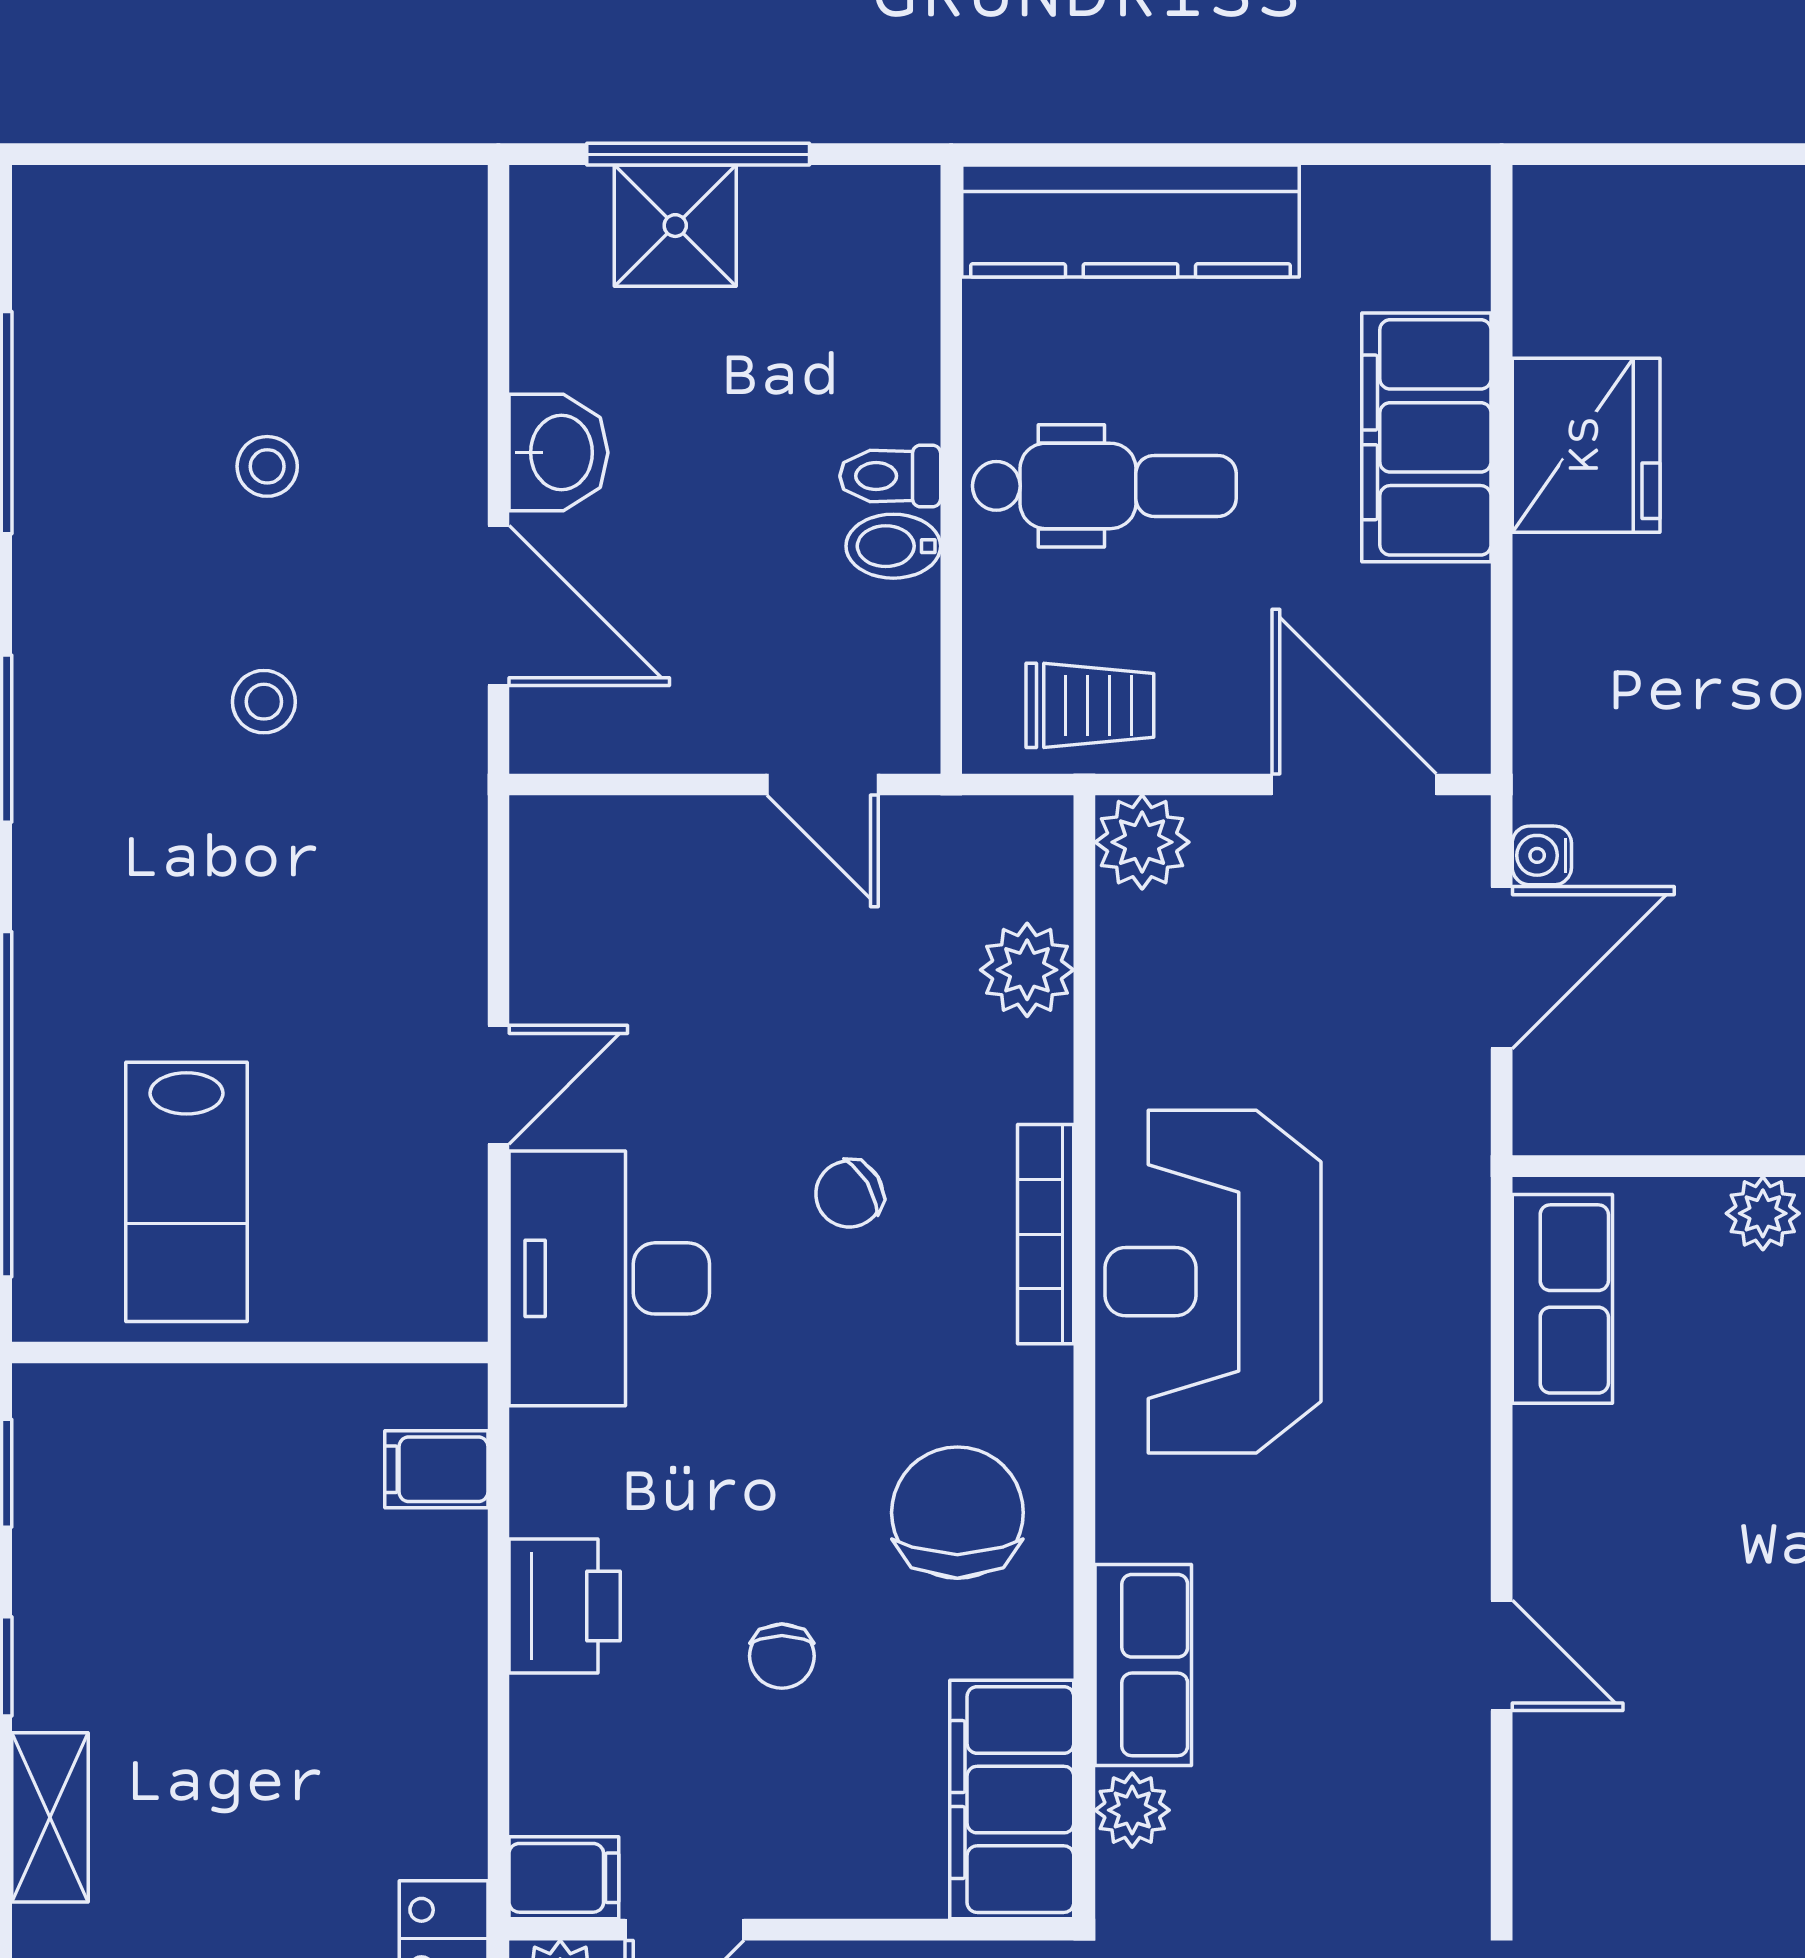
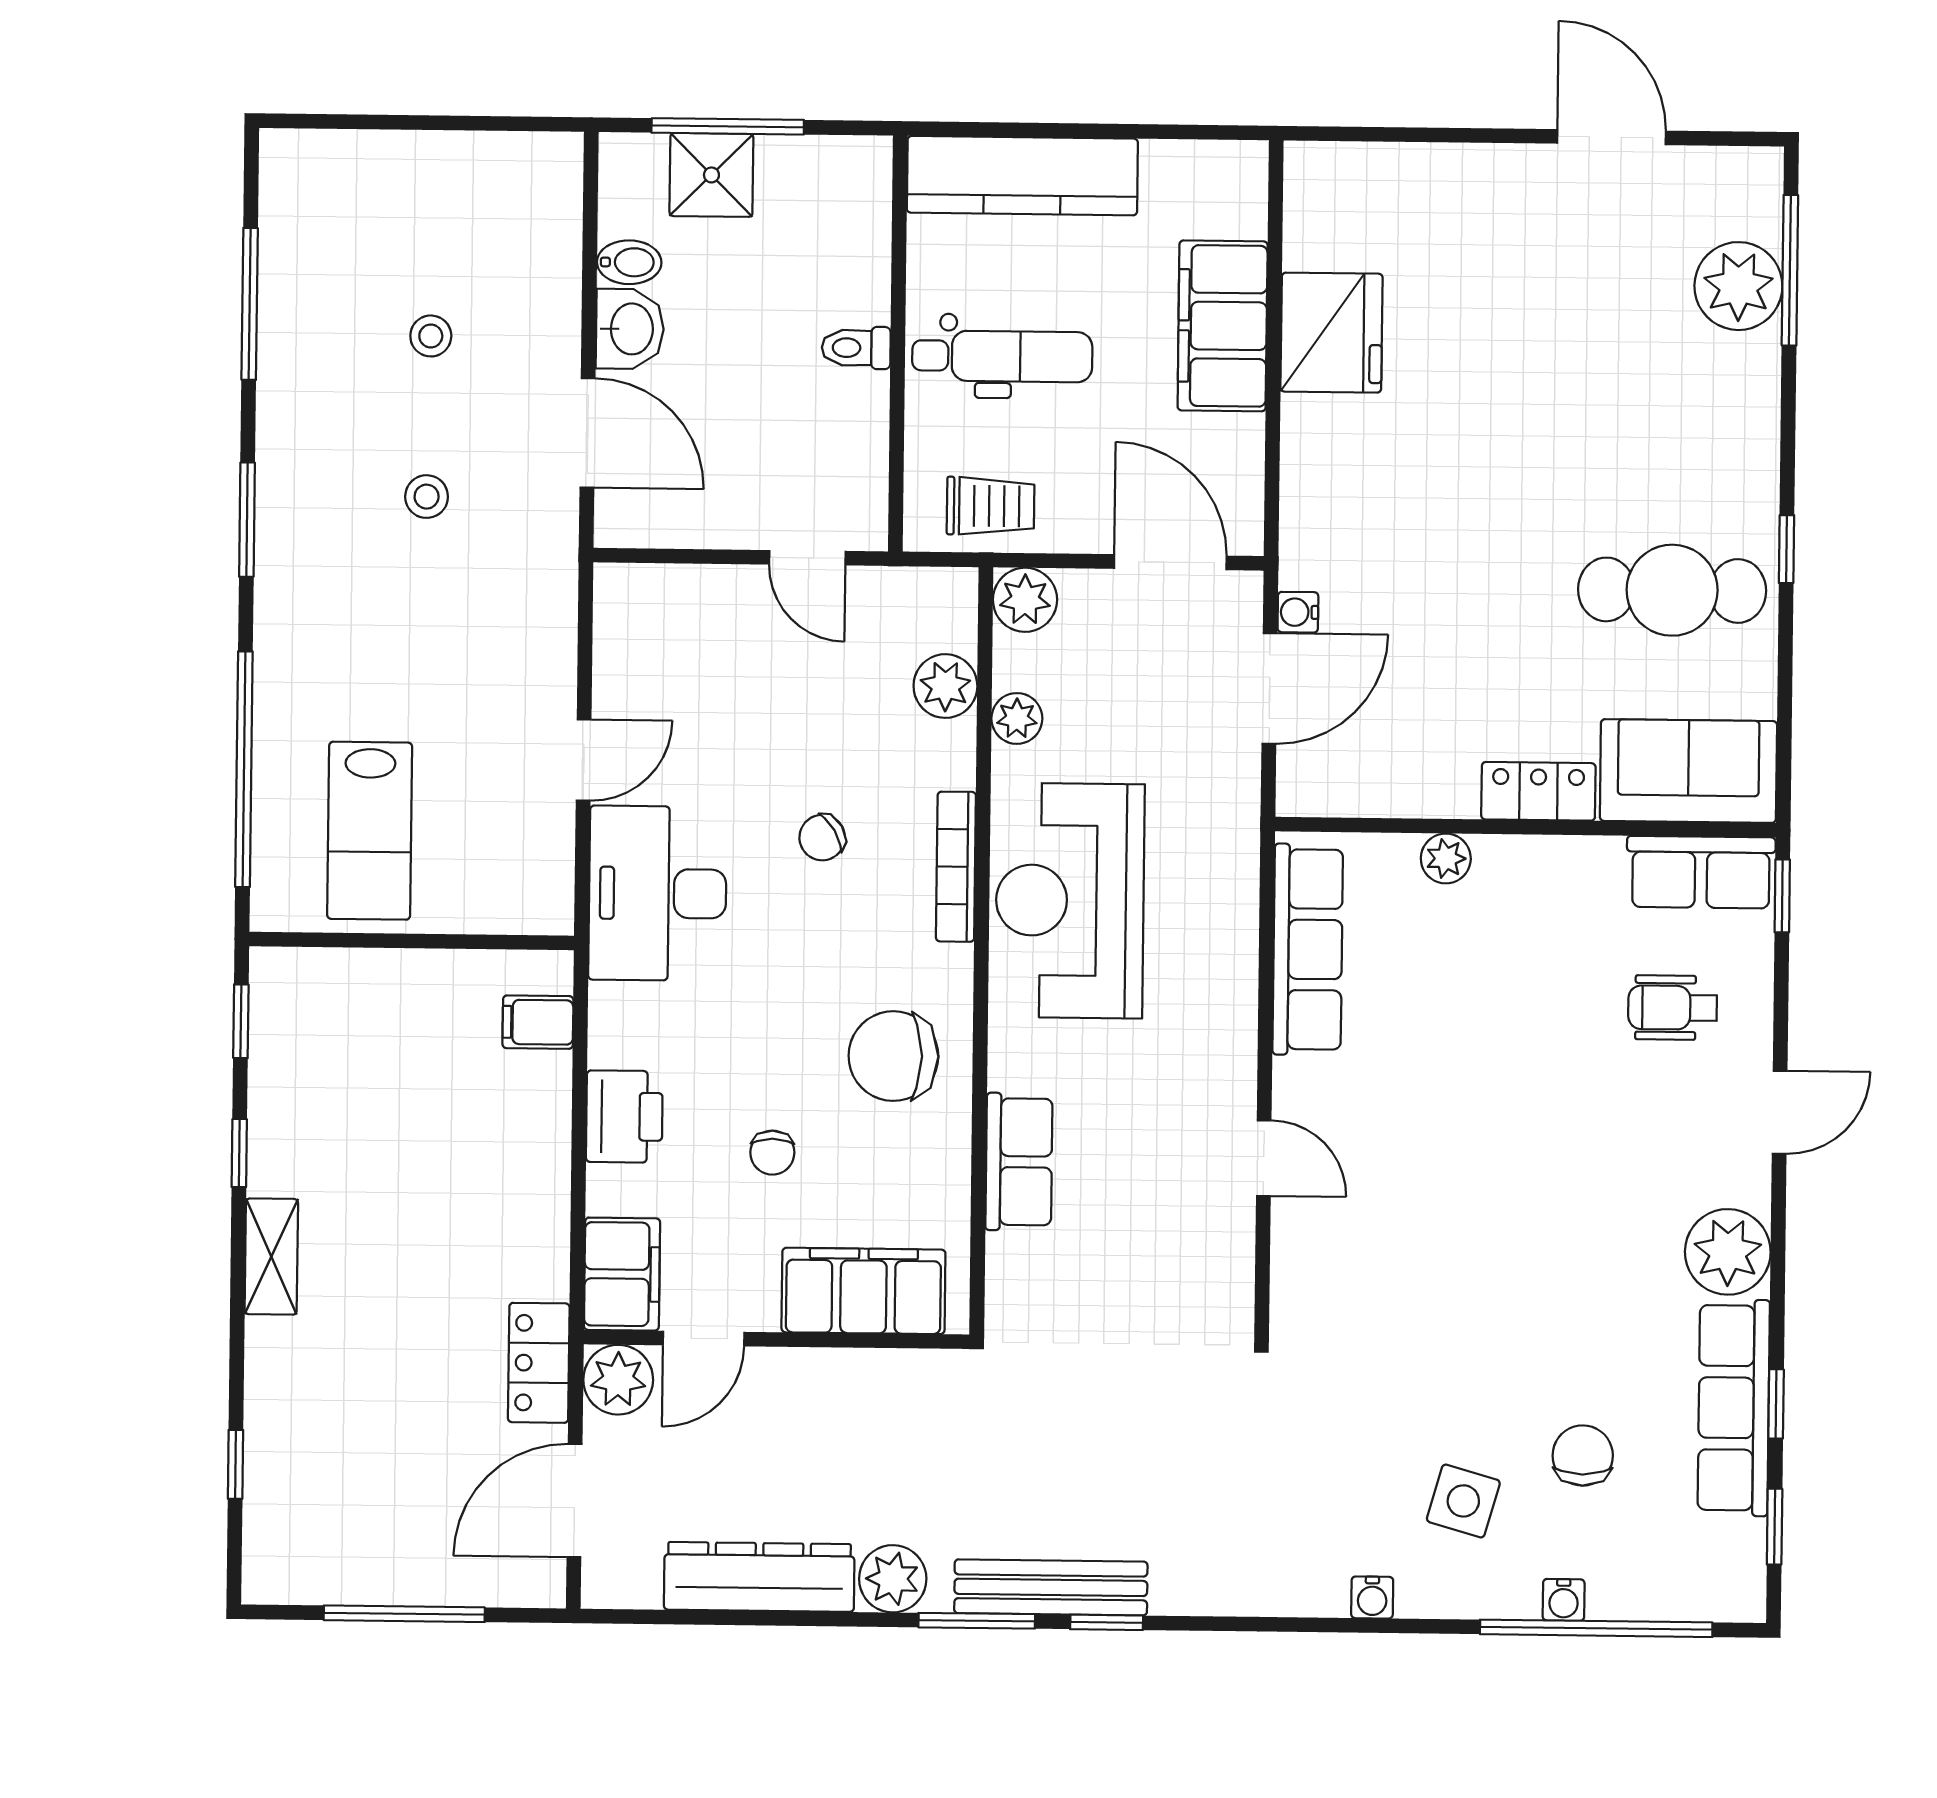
bidet: (893, 546) -> (629, 262), moved, turned 180
row of seats: (1562, 1299) -> (1308, 949), width x1.48
chair: (957, 1513) -> (893, 1056), turned -90
filing cabinet: (1012, 1800) -> (863, 1291), moved, turned 90
plant: (1132, 1810) -> (1017, 718), moved
filing cabinet: (564, 1878) -> (622, 1274), width x2.00

